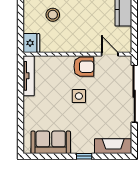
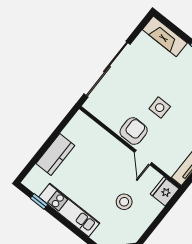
door: (110, 54) -> (143, 157), moved
armchair: (84, 67) -> (134, 131), turned 90

